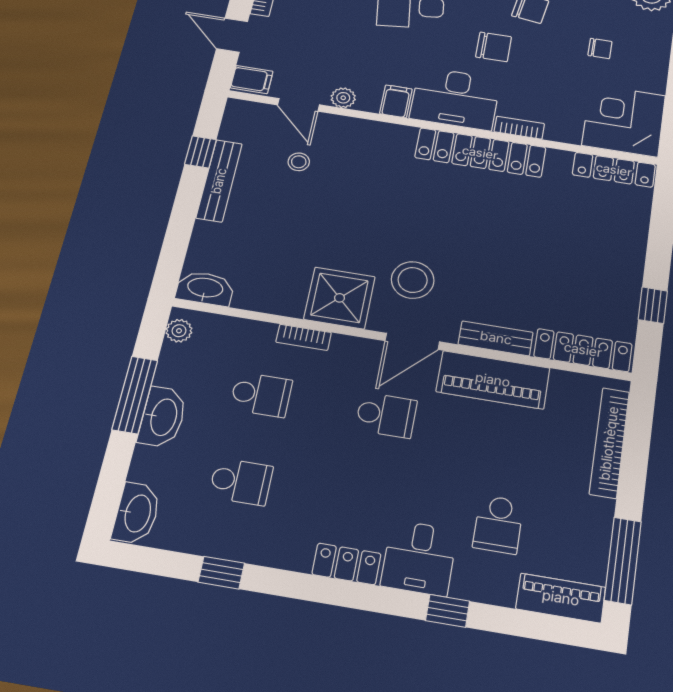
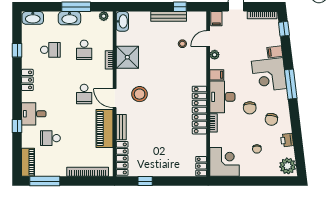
locker: (614, 170) -> (201, 166), width x0.66
shower: (340, 298) -> (127, 57), moved
school desk: (241, 482) -> (50, 50), turned -90
locker: (346, 564) -> (27, 80), moved

